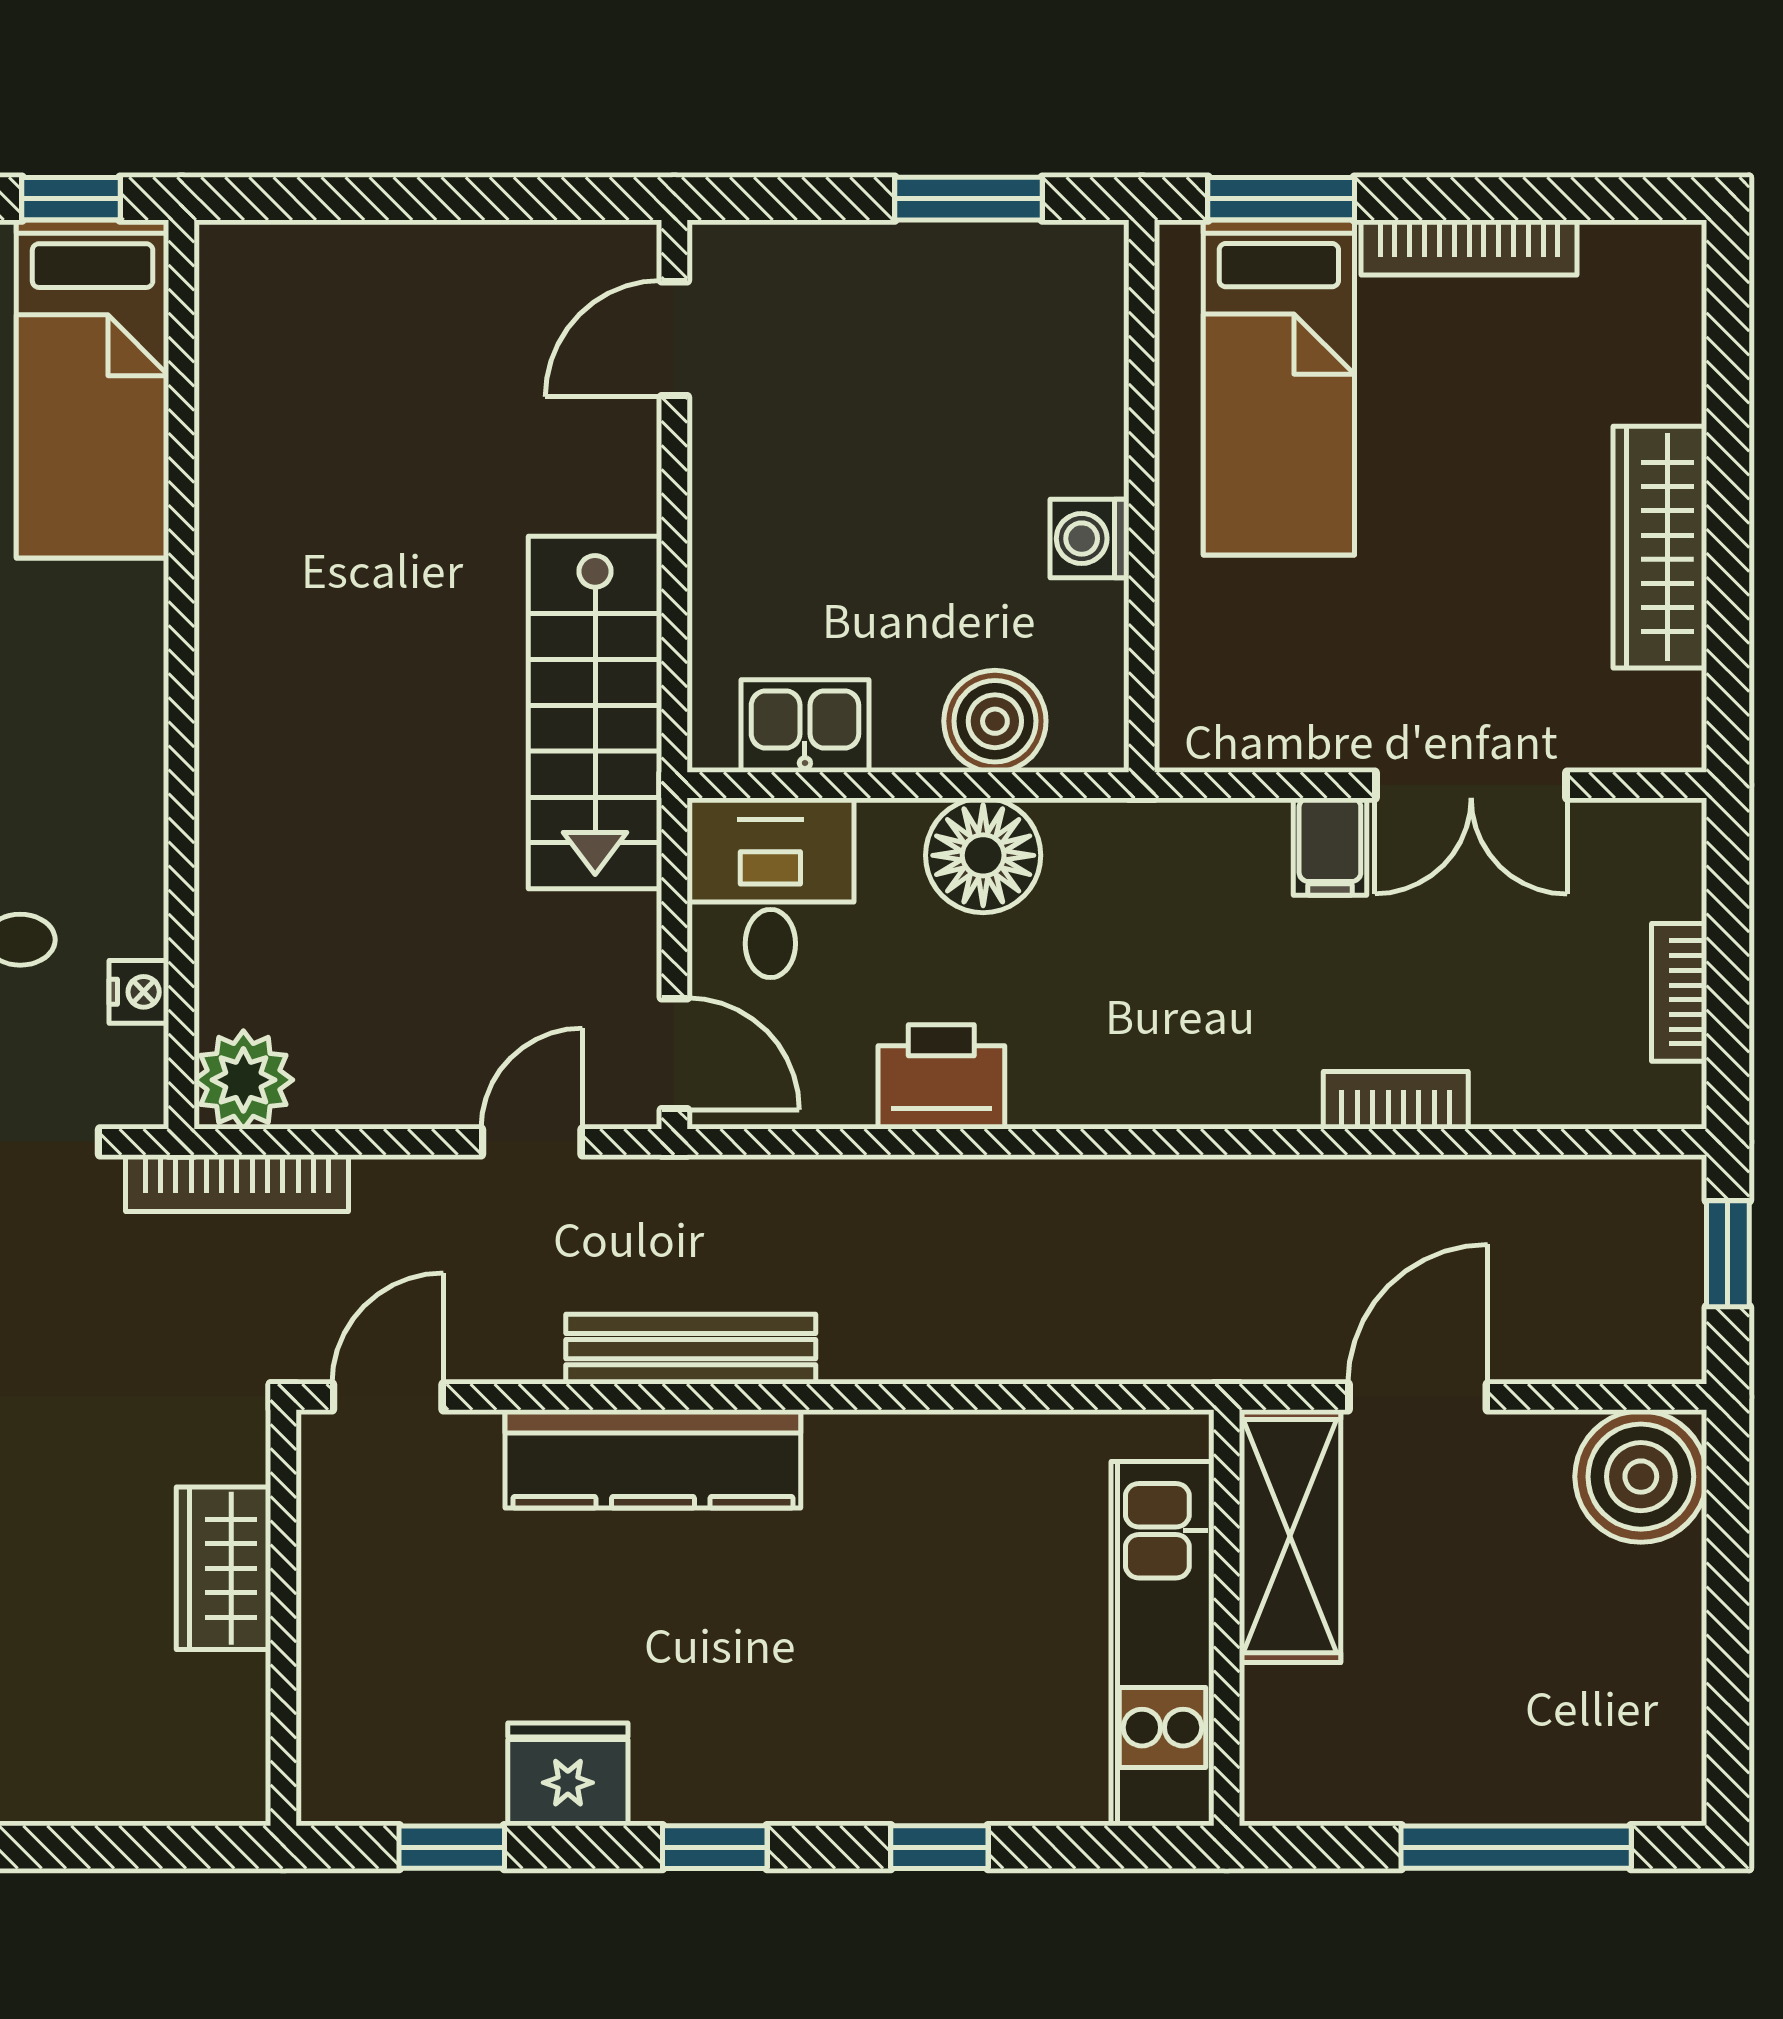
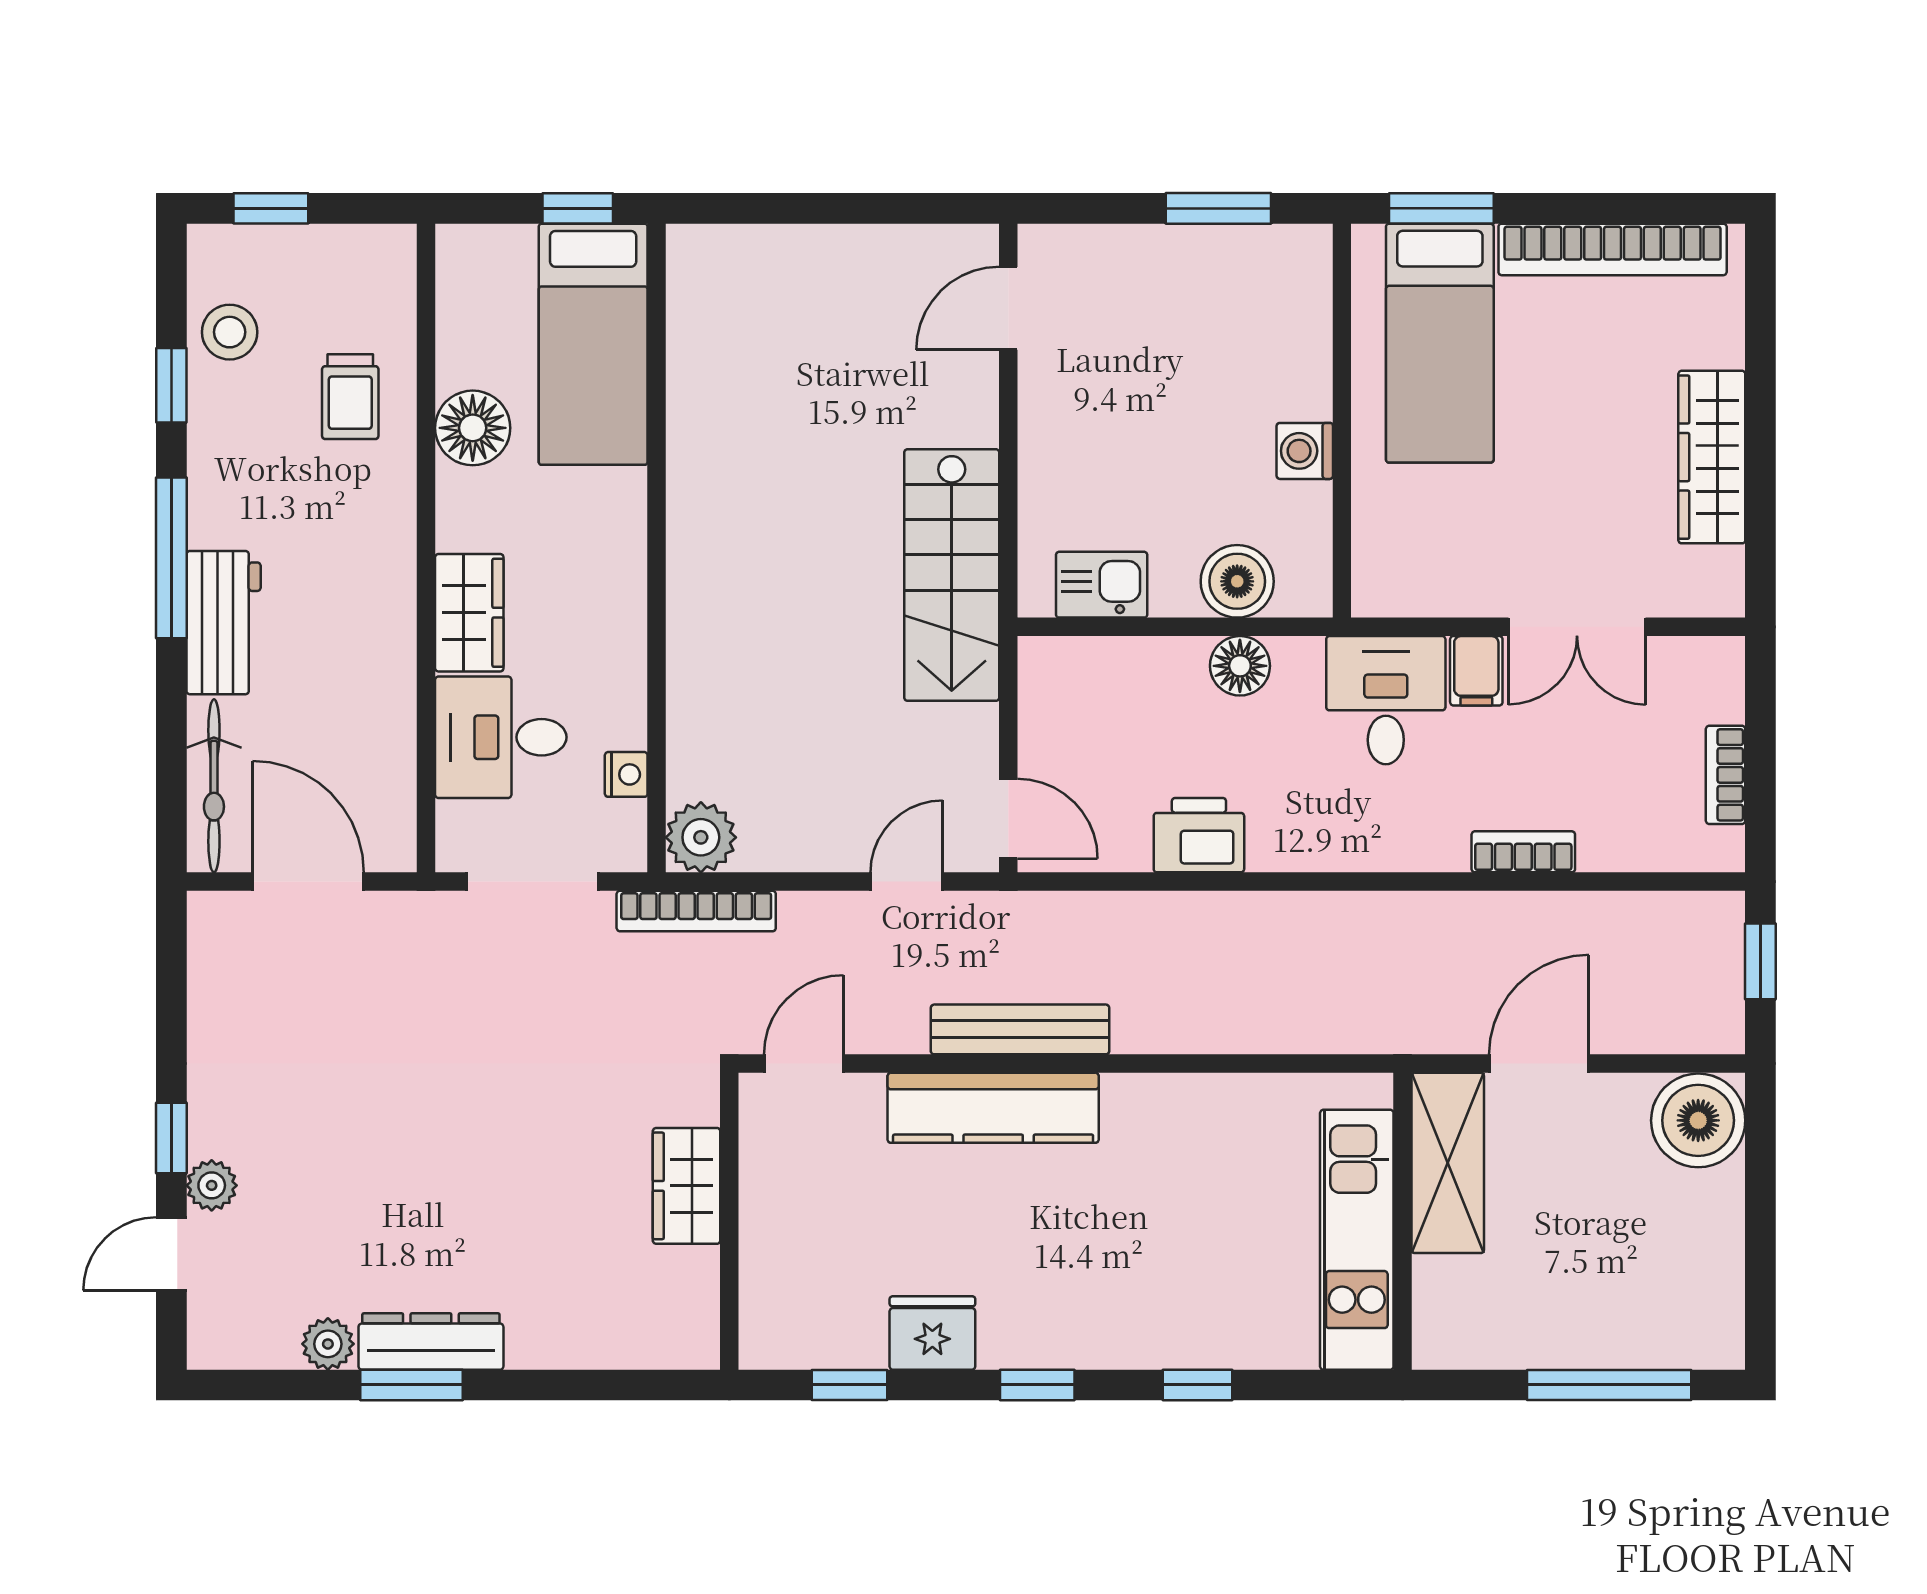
bookcase: (1469, 248) -> (1613, 249), width x1.48, depth x1.31
floor lamp: (983, 855) -> (1240, 666), width x0.73, depth x0.73
desk: (770, 888) -> (1386, 700), moved

